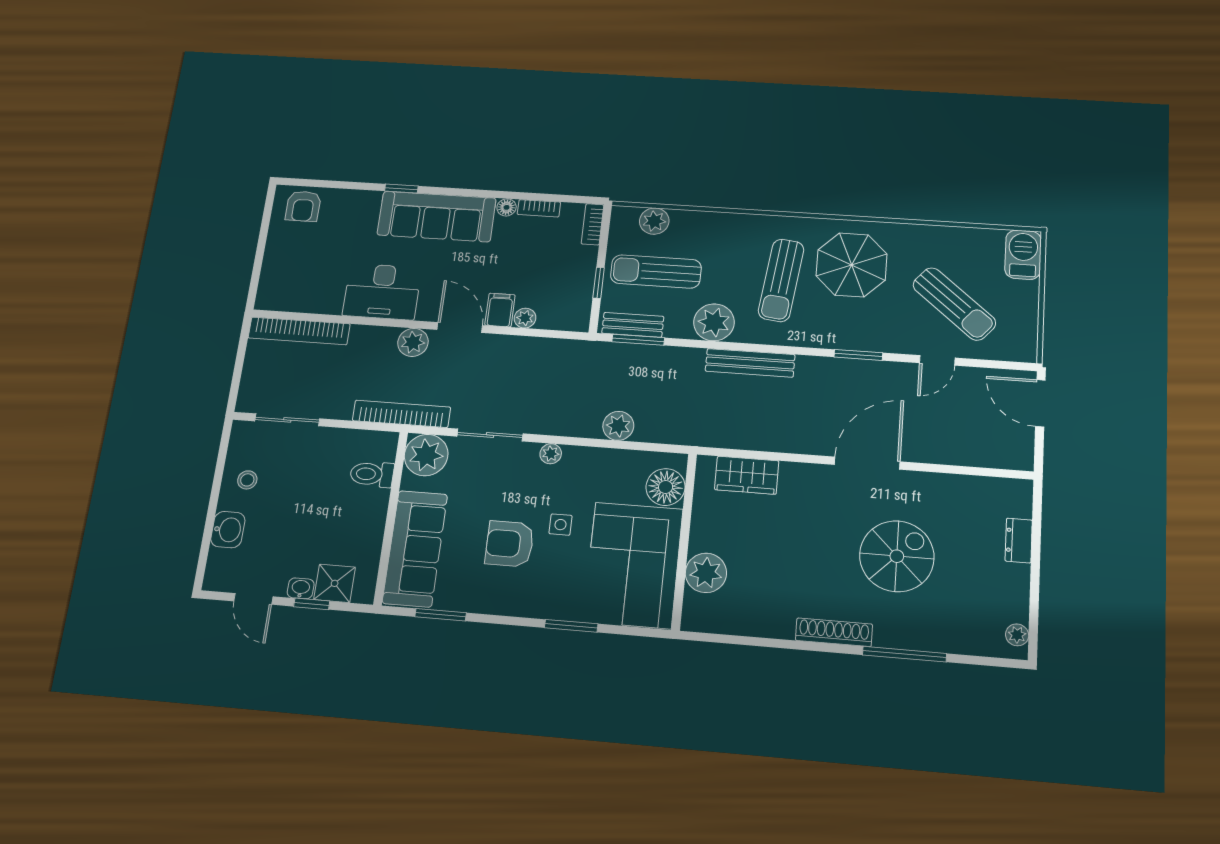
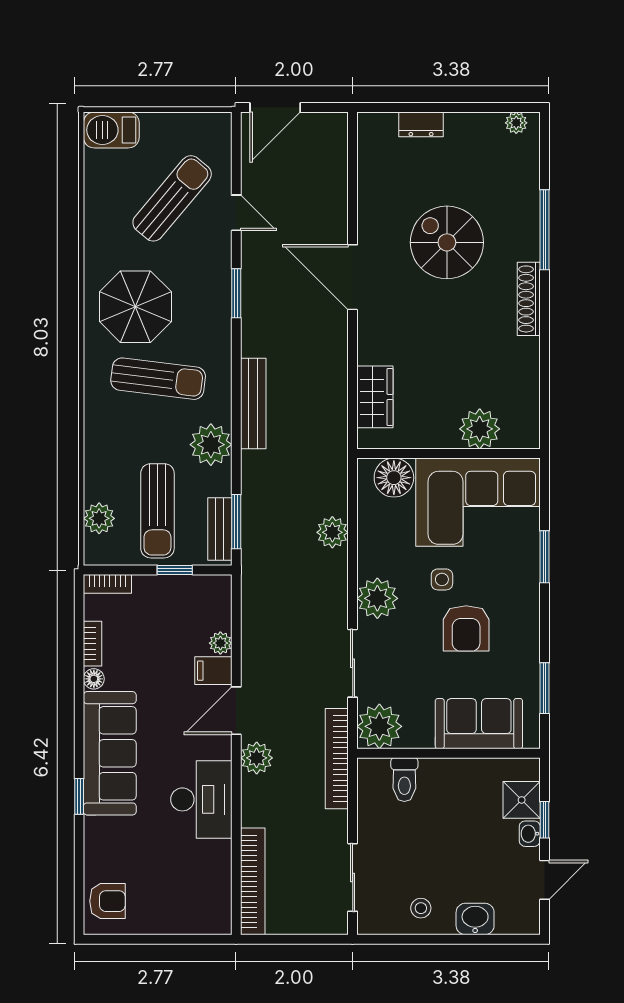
plant: (551, 454) -> (377, 598), width x1.87, depth x1.87
sofa: (415, 549) -> (479, 724), width x0.73

